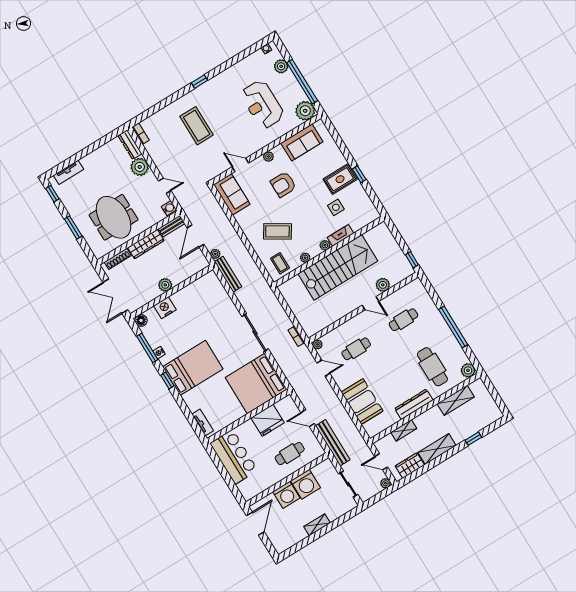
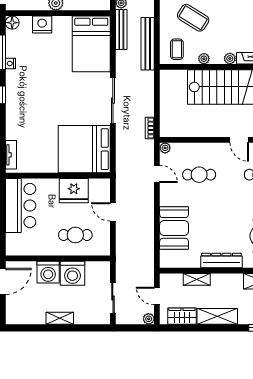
bed: (193, 368) -> (91, 44), moved, turned 90
bench: (333, 443) -> (148, 44), moved

